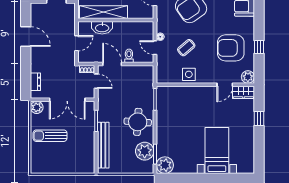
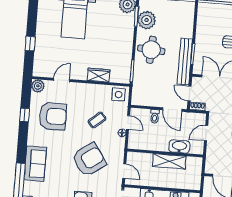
shelving: (103, 12) -> (169, 161), width x0.68
side table: (189, 74) -> (119, 94), moved
wardrobe: (243, 92) -> (99, 75), moved
bench: (103, 145) -> (185, 62), moved

